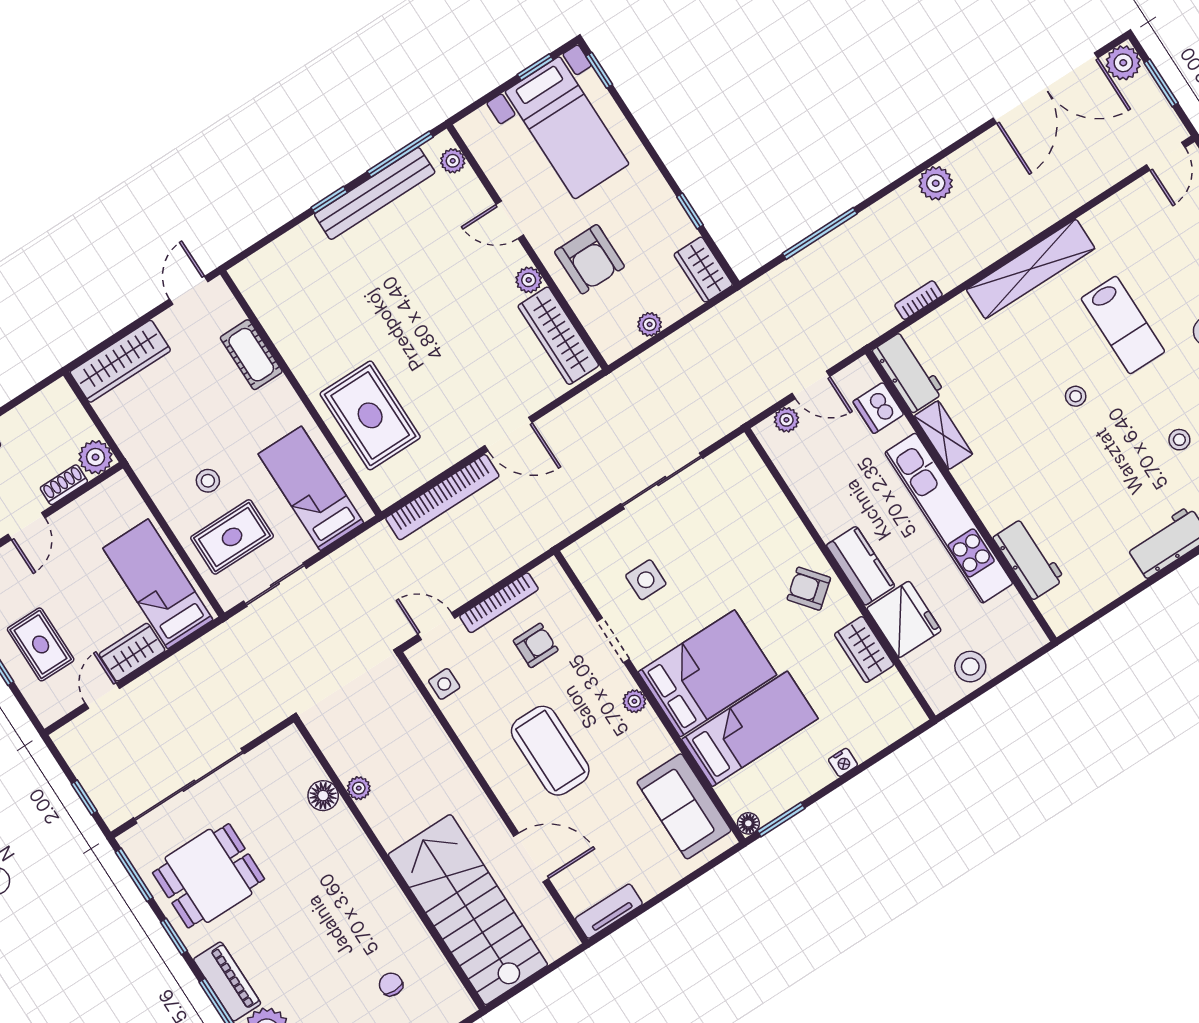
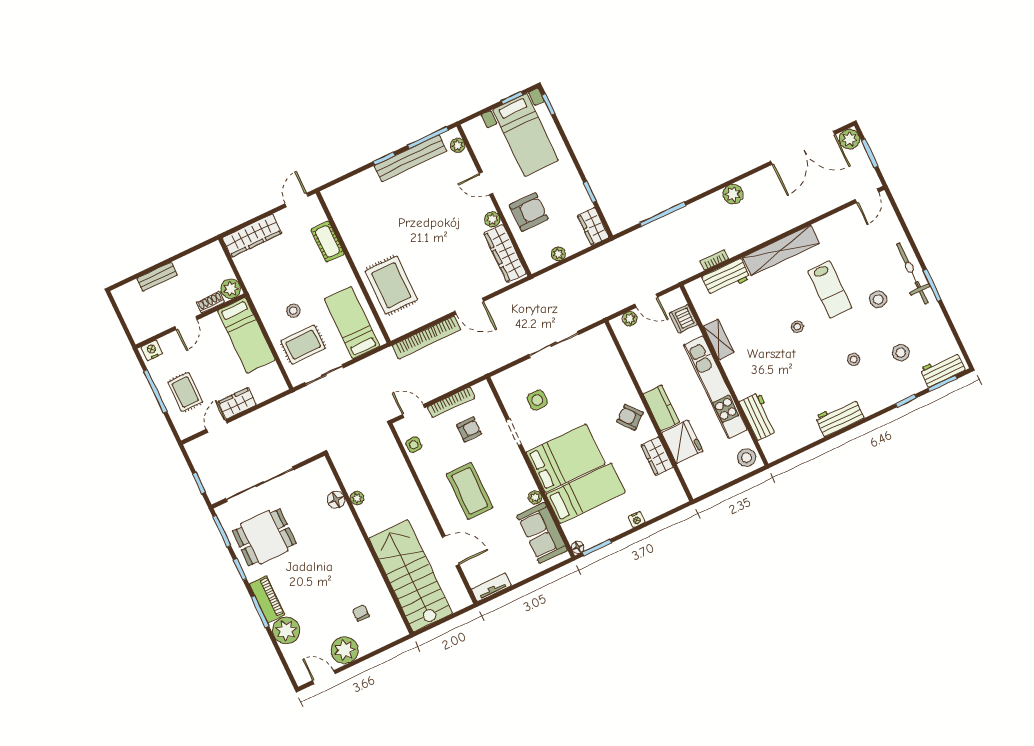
armchair: (589, 259) -> (529, 212), turned -90
workbench: (908, 371) -> (726, 277), moved, turned 90
bed: (158, 584) -> (246, 335), moved, turned 180
stool: (970, 667) -> (747, 458), moved
plant: (634, 701) -> (535, 497), moved

